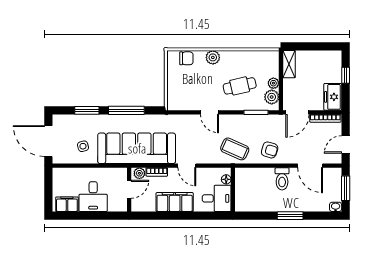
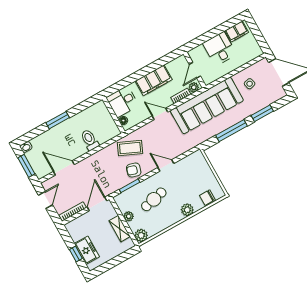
shelving: (289, 64) -> (120, 229), moved
plant: (272, 97) -> (141, 235), moved
freezer: (333, 97) -> (87, 250), moved
armchair: (270, 150) -> (134, 170), moved
toilet: (282, 179) -> (90, 140), moved

